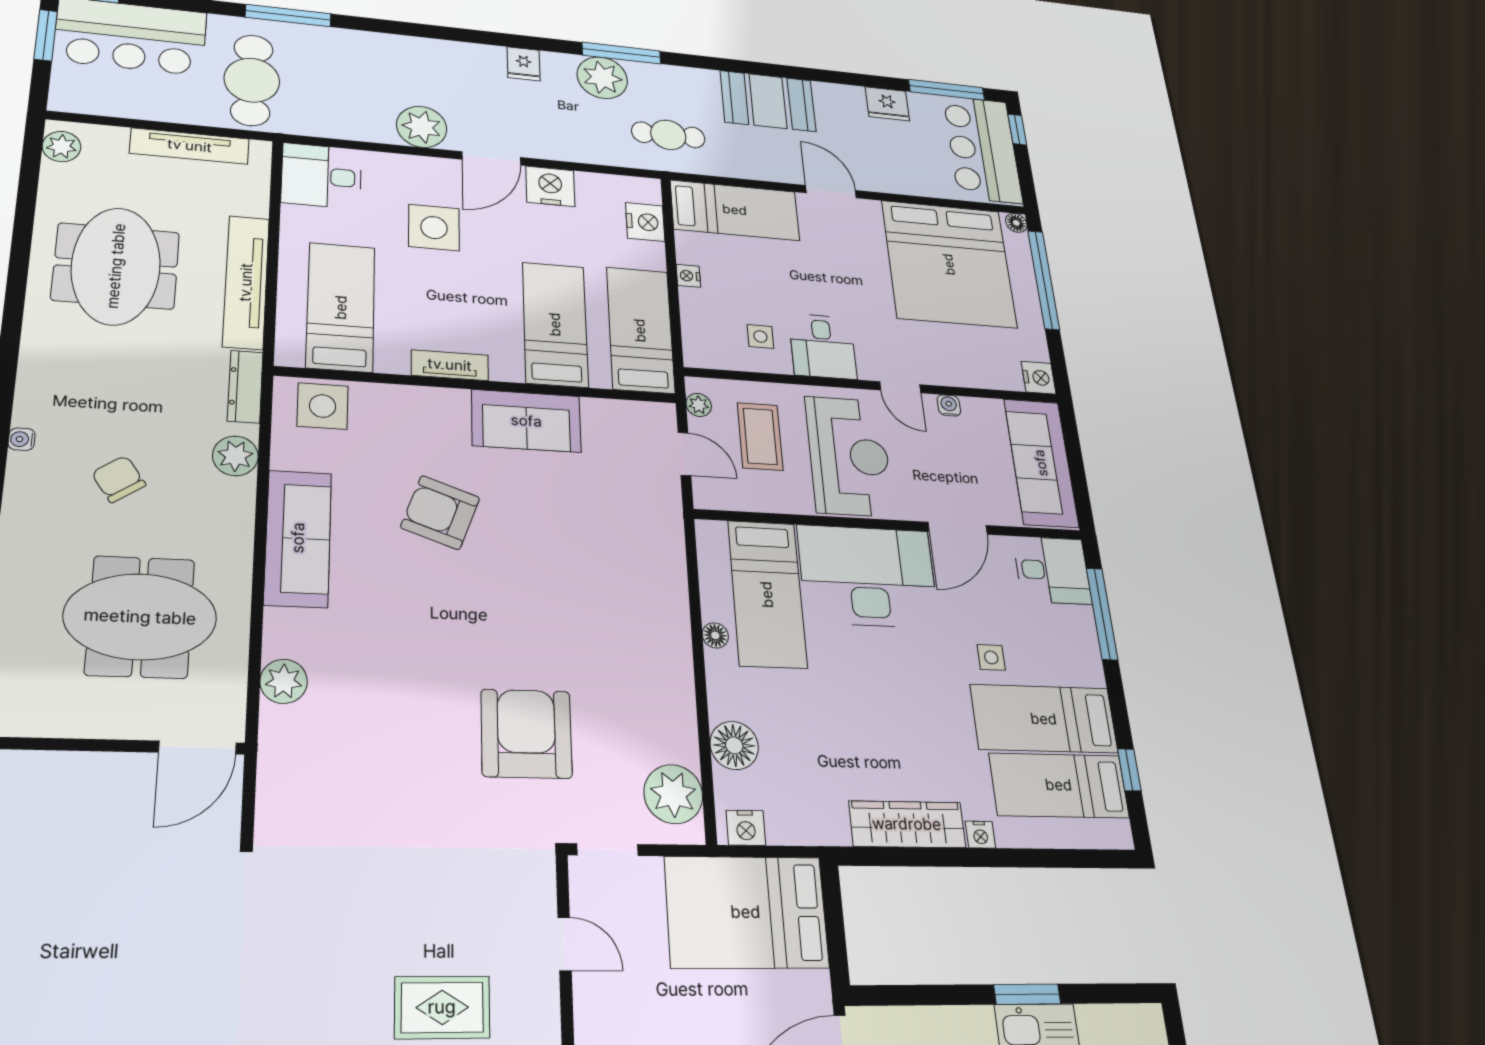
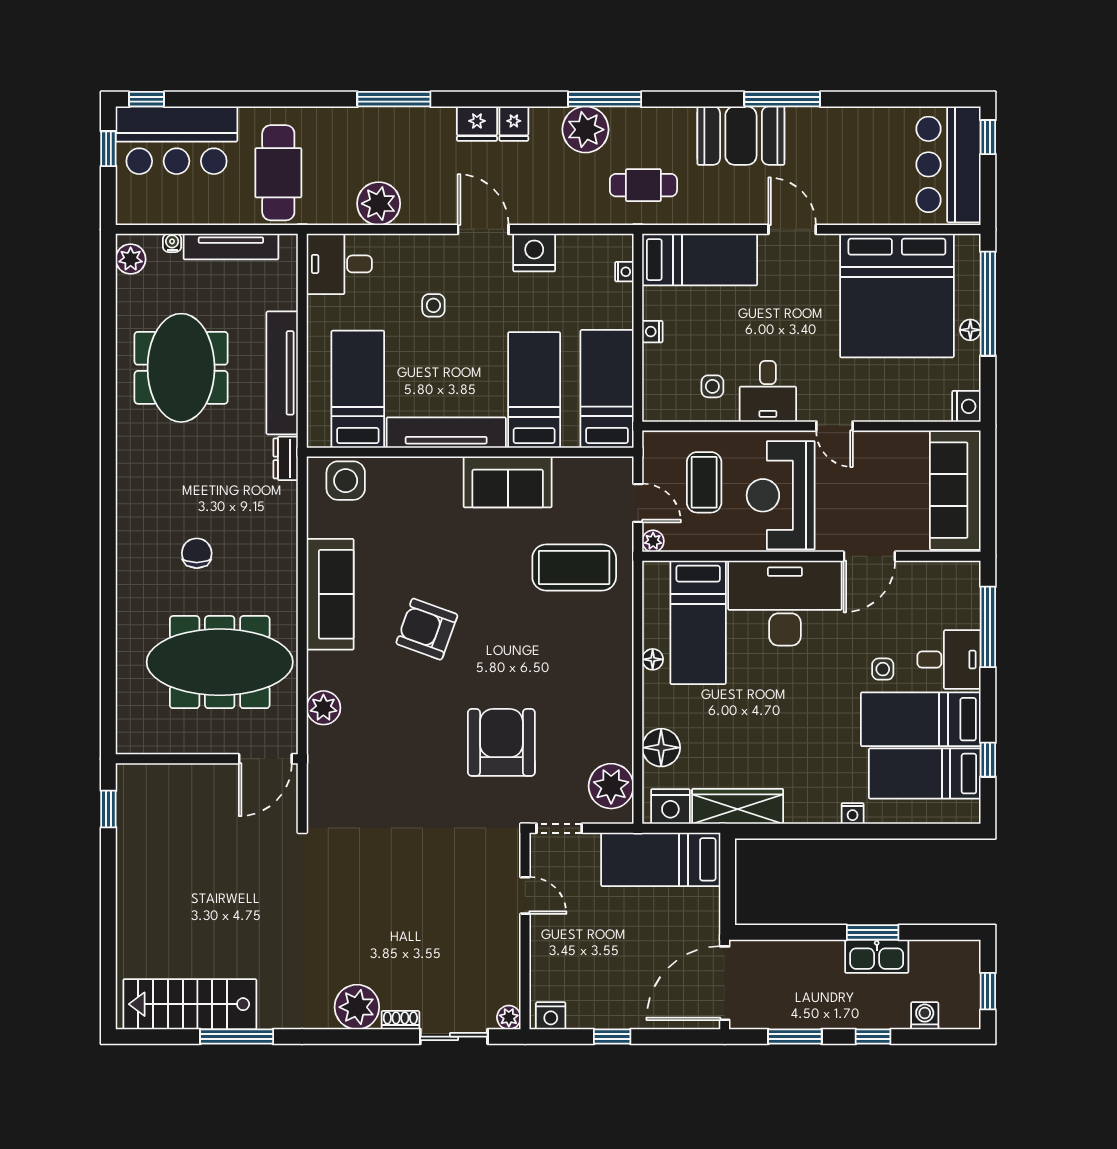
window: (288, 15) -> (394, 99), moved
window: (46, 35) -> (108, 149), width x0.67
window: (947, 90) -> (782, 99), moved
fridge: (887, 104) -> (477, 124), moved
plant: (422, 127) -> (379, 204), moved
door: (491, 158) -> (483, 229), swing flipped
nightstand: (645, 222) -> (624, 272), width x0.53, depth x0.56
floor lamp: (1016, 223) -> (970, 330), moved
side table: (434, 228) -> (433, 305), width x0.54, depth x0.54
tv unit: (450, 365) -> (446, 433), width x1.92, depth x1.29
dresser: (245, 387) -> (286, 458), width x0.70
plant: (699, 405) -> (653, 541), moved
water cooler: (949, 405) -> (877, 441), removed
water cooler: (22, 439) -> (172, 243), moved, turned 90
plant: (235, 456) -> (281, 528), removed
reception desk: (849, 456) -> (781, 495), turned 180
chair: (119, 479) -> (197, 553), turned 34
armchair: (440, 512) -> (427, 629), moved
coffee table: (612, 522) -> (574, 567), added
desk: (1052, 570) -> (949, 660), moved
meeting table: (140, 617) -> (220, 662), width x1.36
wardrobe: (907, 824) -> (738, 806), moved
nightstand: (746, 828) -> (670, 806), width x1.36, depth x1.33
bed: (746, 912) -> (661, 859), width x0.67
rug: (442, 1007) -> (438, 938), removed

